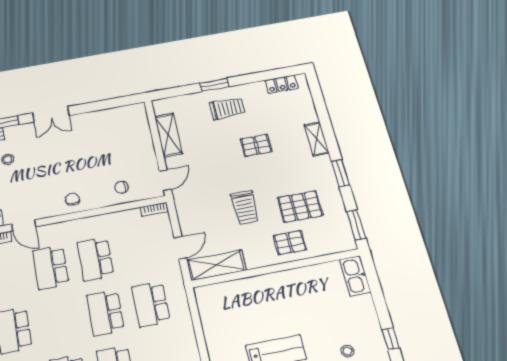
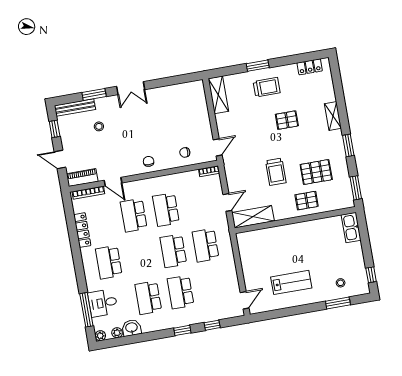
shelving: (168, 135) -> (218, 95), moved

